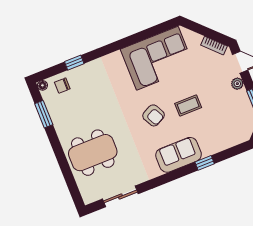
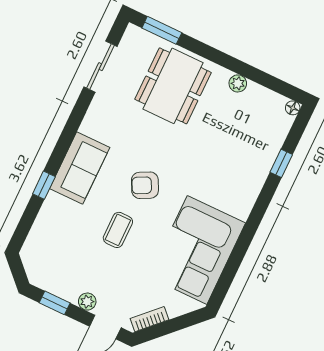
chair: (62, 86) -> (272, 127), removed
window: (44, 114) -> (162, 30), moved
plant: (59, 123) -> (238, 83), added

